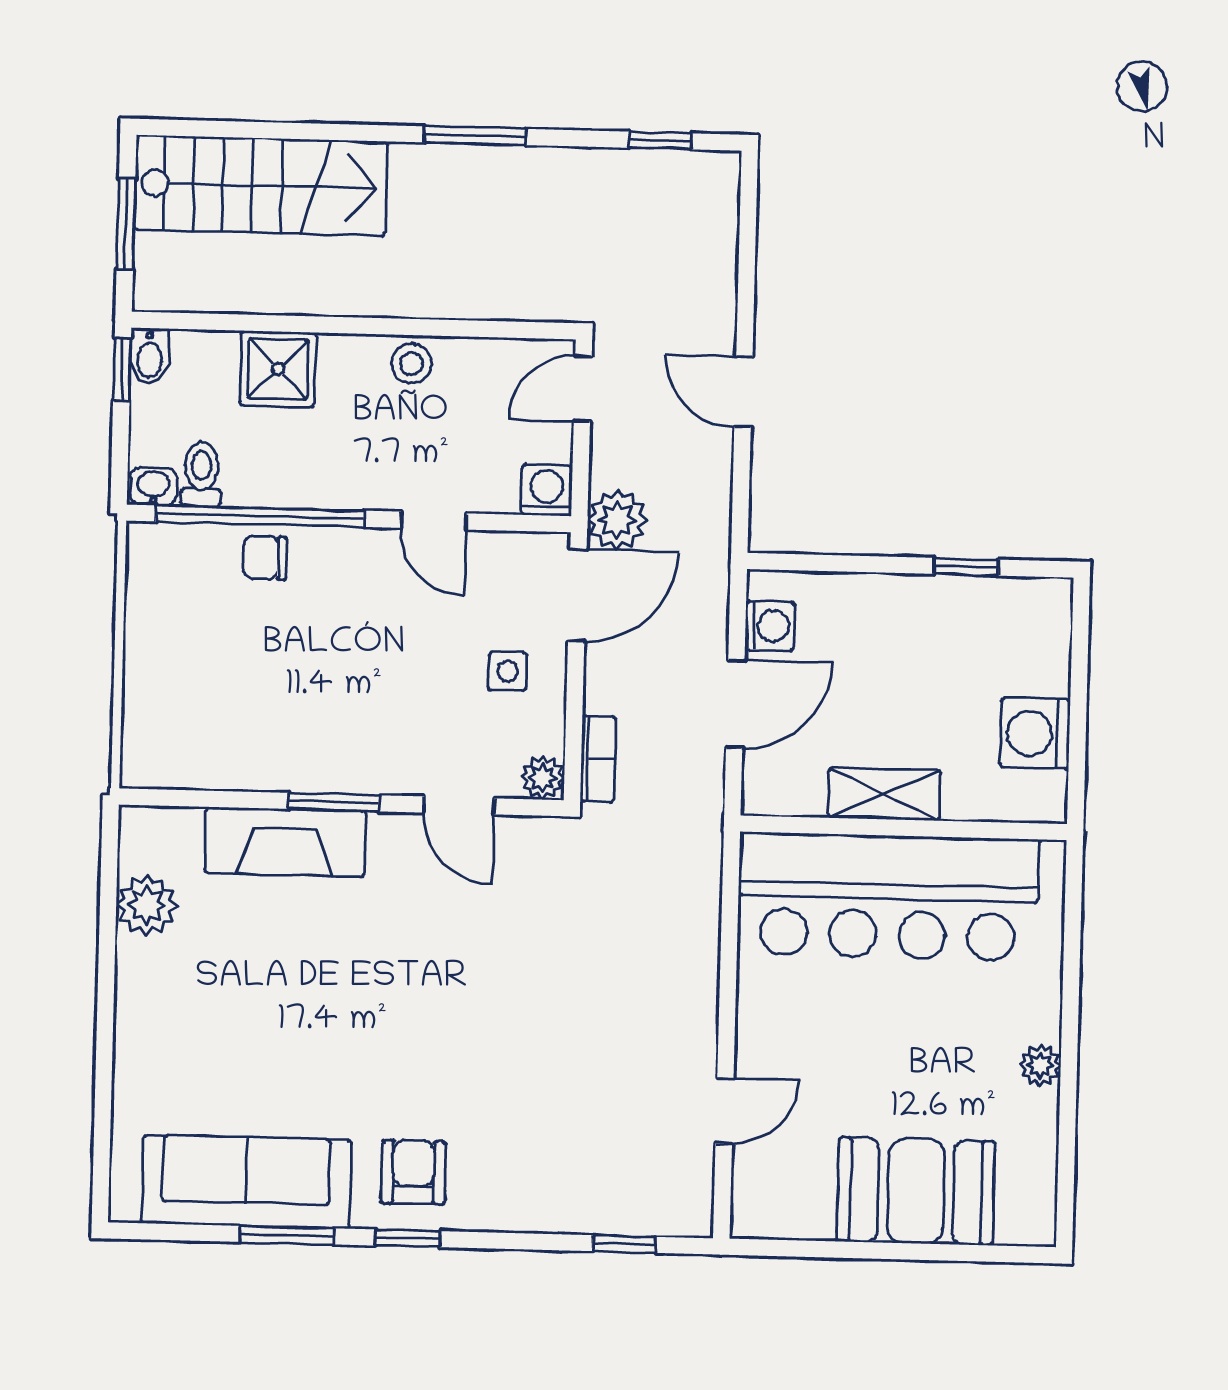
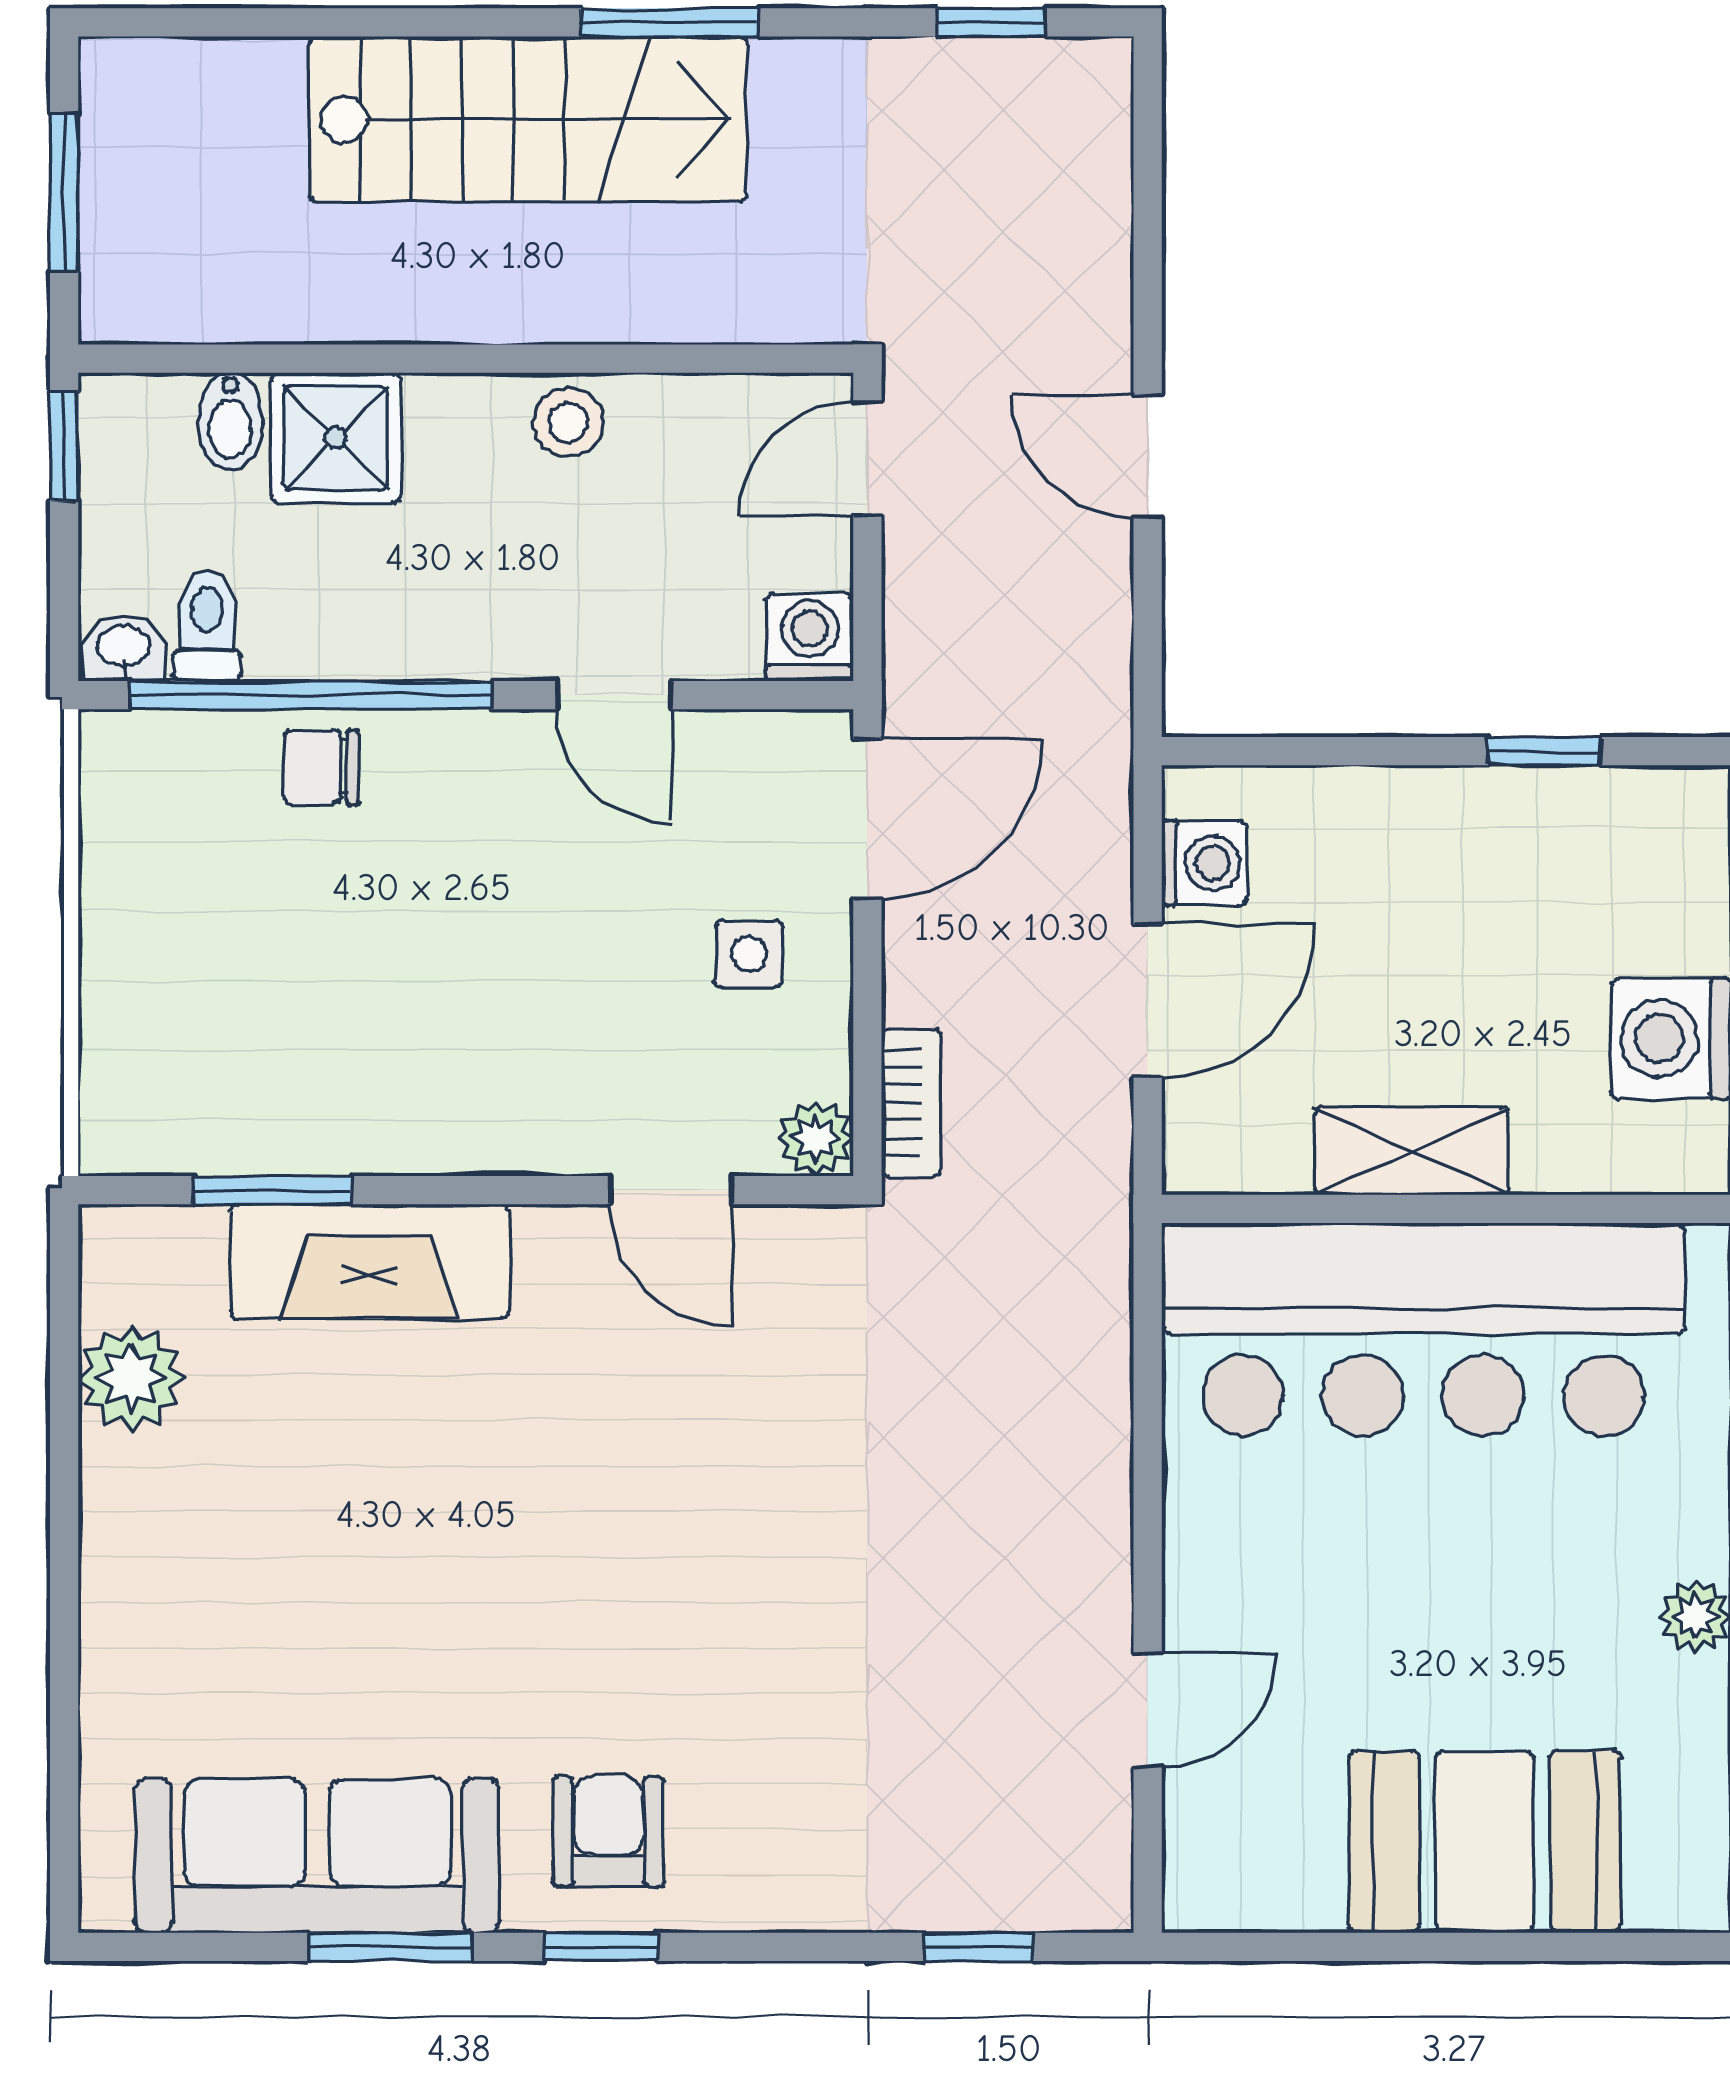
stairs: (261, 186) -> (528, 119), moved
bidet: (149, 356) -> (230, 421), moved
plant: (617, 520) -> (933, 685), removed
window: (334, 802) -> (272, 1190), moved

